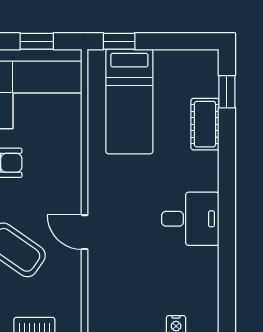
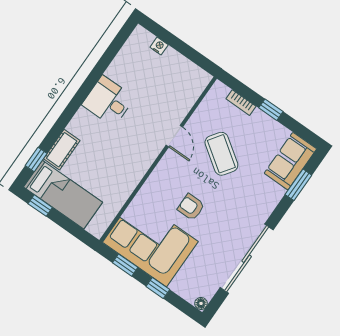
window: (119, 41) -> (40, 206), moved
bed: (129, 101) -> (63, 195), moved, turned 90

